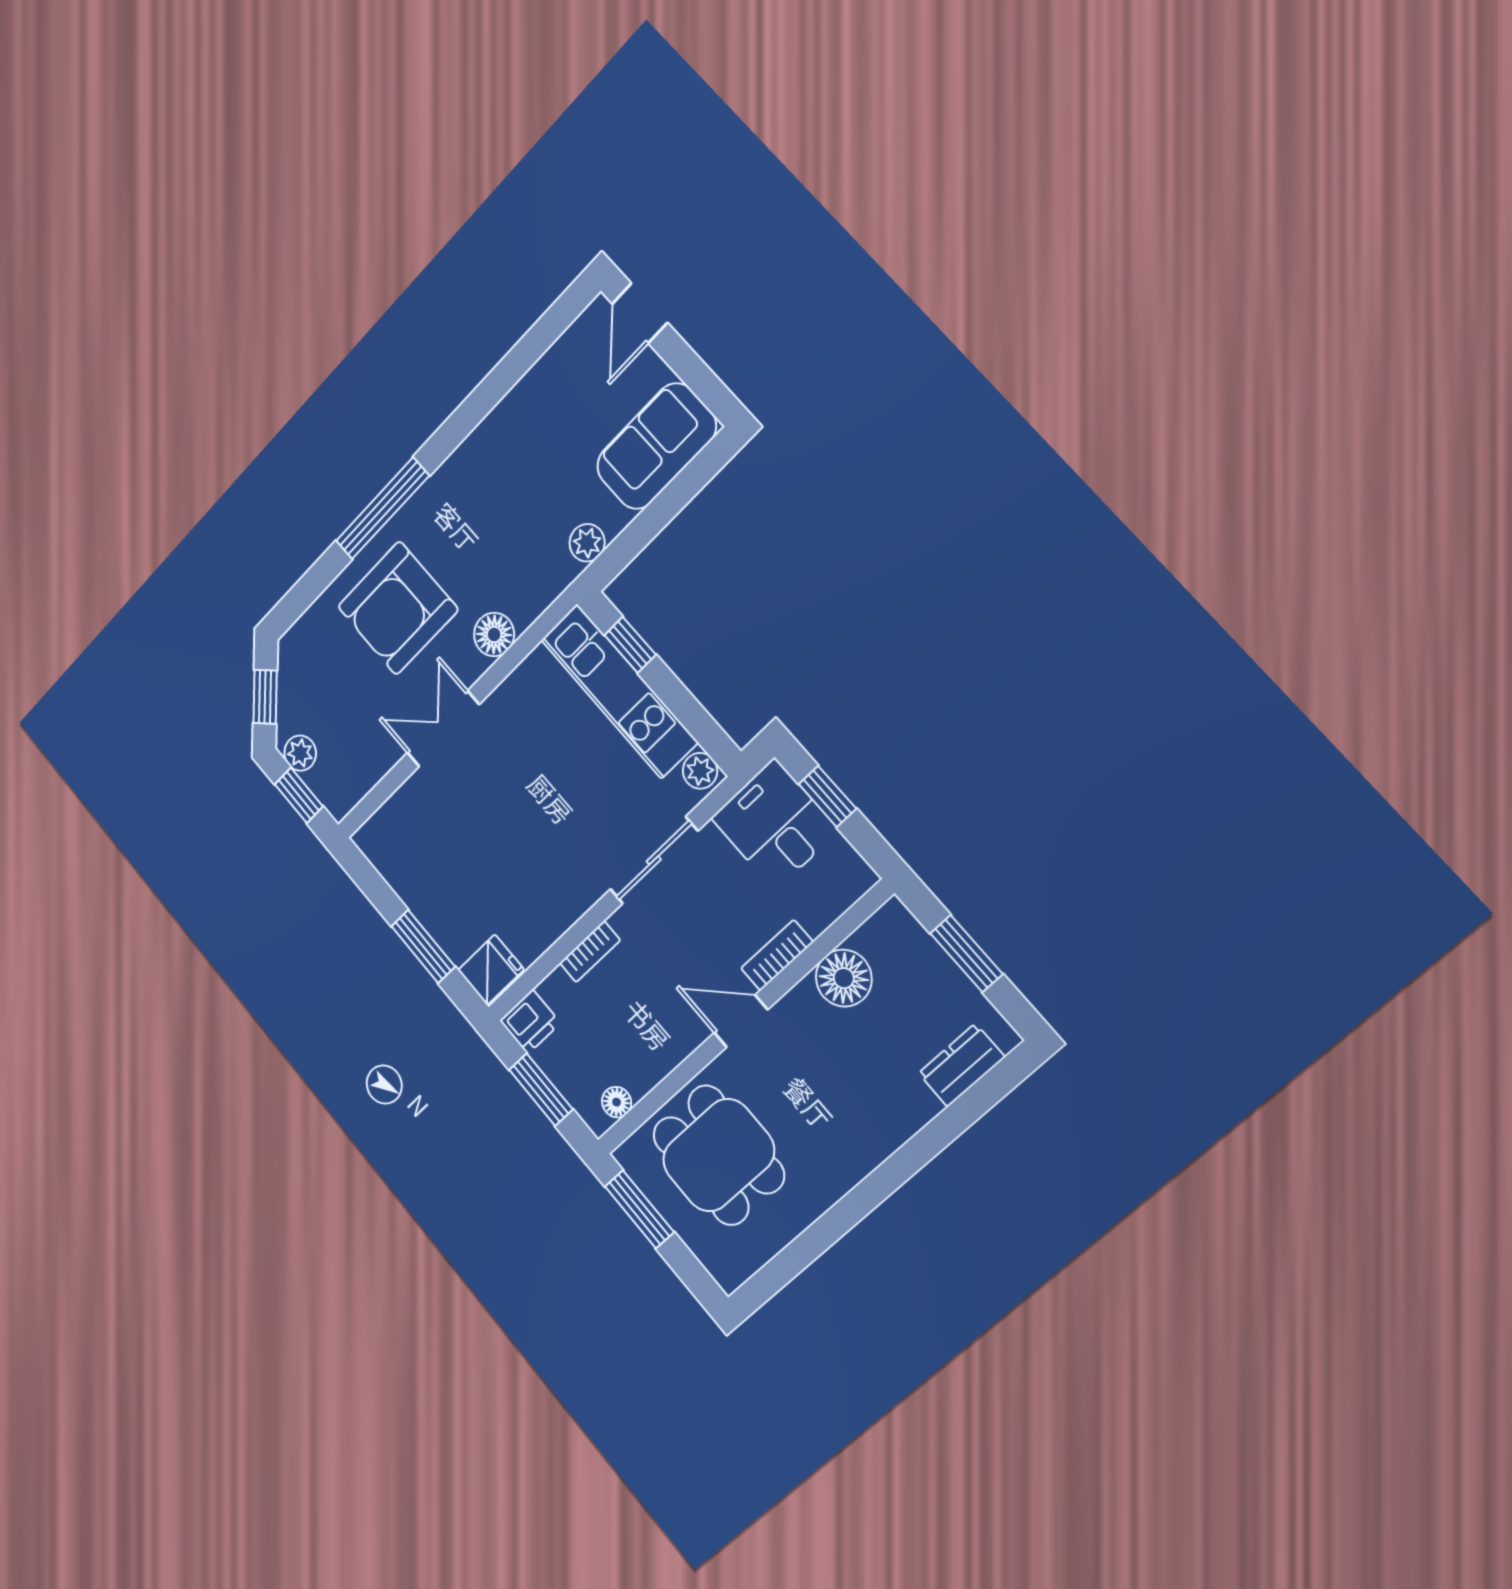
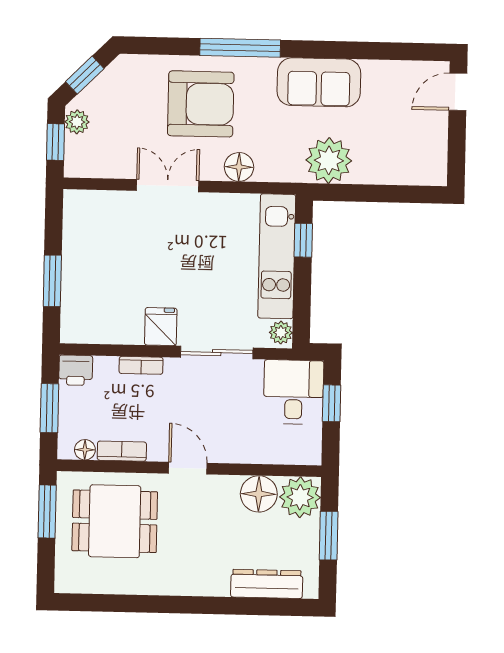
sofa: (656, 446) -> (319, 82), moved, turned 180
plant: (587, 543) -> (329, 160), width x1.88, depth x1.88
armchair: (398, 608) -> (201, 104), turned 180
plant: (893, 939) -> (300, 497), added
bookcase: (777, 955) -> (122, 451), moved
fridge: (491, 970) -> (161, 327), moved, turned -90
dresser: (961, 1065) -> (267, 584), width x1.44
dining table: (718, 1155) -> (115, 521), turned 90

